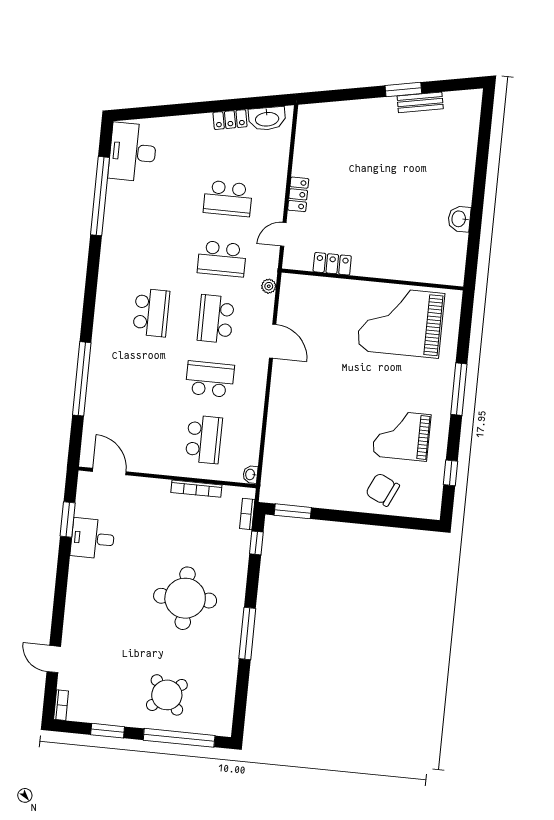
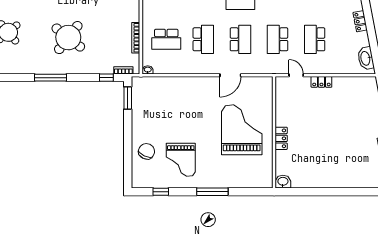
locker: (230, 120) -> (360, 21), moved
washbasin: (459, 219) -> (283, 182), moved
locker: (332, 264) -> (281, 138), moved
plant: (269, 286) -> (264, 70), removed
school desk: (216, 319) -> (240, 39), turned 90
grand piano: (401, 322) -> (242, 130), moved
grand piano: (402, 435) -> (181, 160), turned 180
round table: (185, 598) -> (68, 38), turned 38

